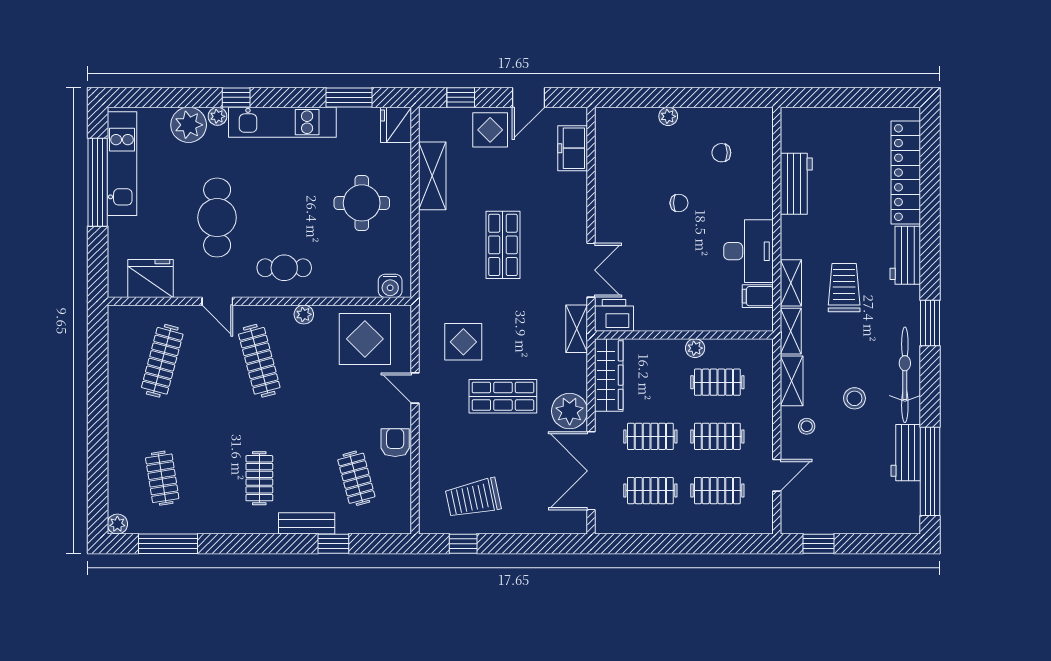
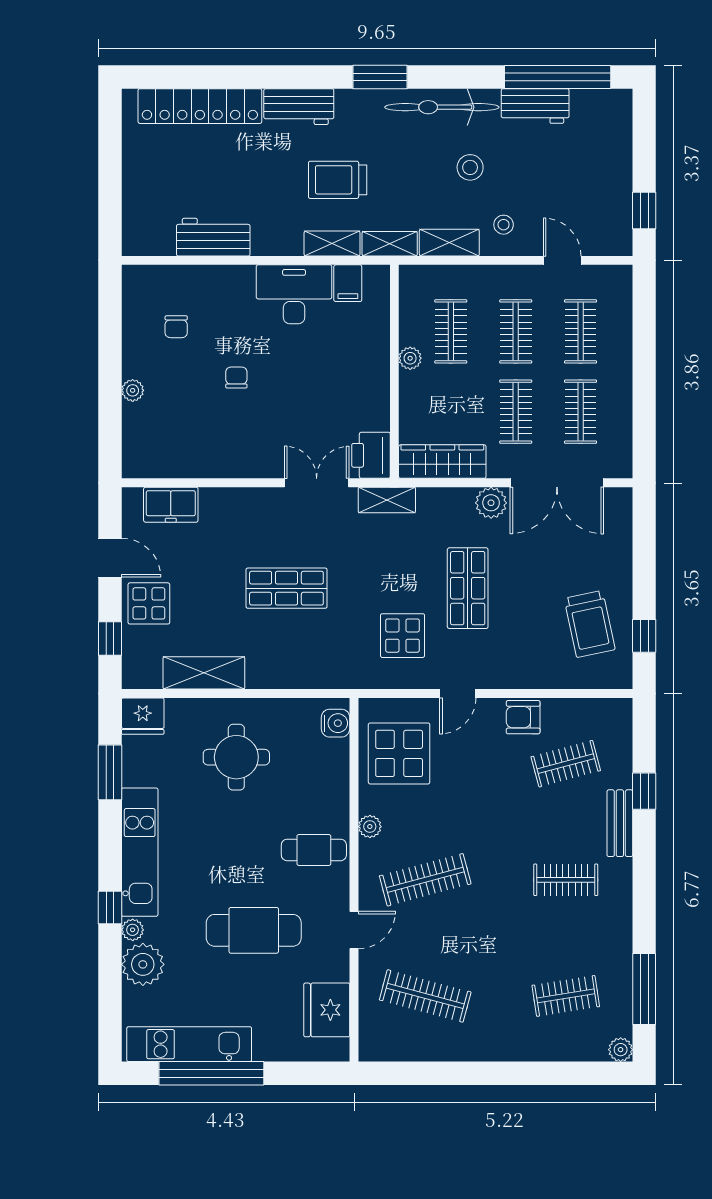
cafe table: (284, 268) -> (314, 850), turned 90
plant: (570, 411) -> (491, 503), width x0.73, depth x0.73

